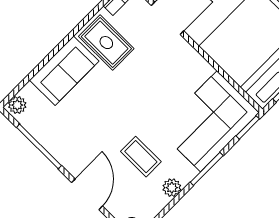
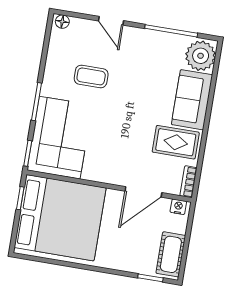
plant: (17, 105) -> (201, 56), width x1.87, depth x1.87
plant: (172, 188) -> (52, 70), removed
door: (87, 194) -> (111, 21), width x0.73

